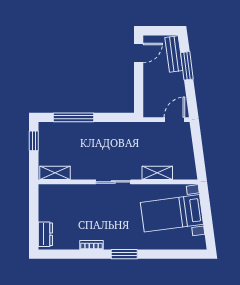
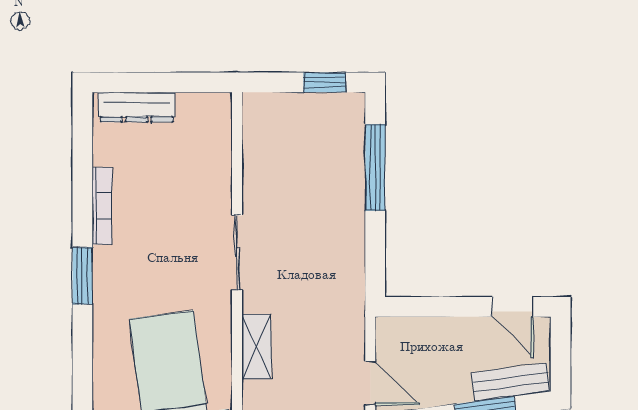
shelving: (55, 173) -> (256, 128), removed
dresser: (45, 234) -> (137, 107), width x1.44
bookcase: (91, 245) -> (102, 206), width x1.56

